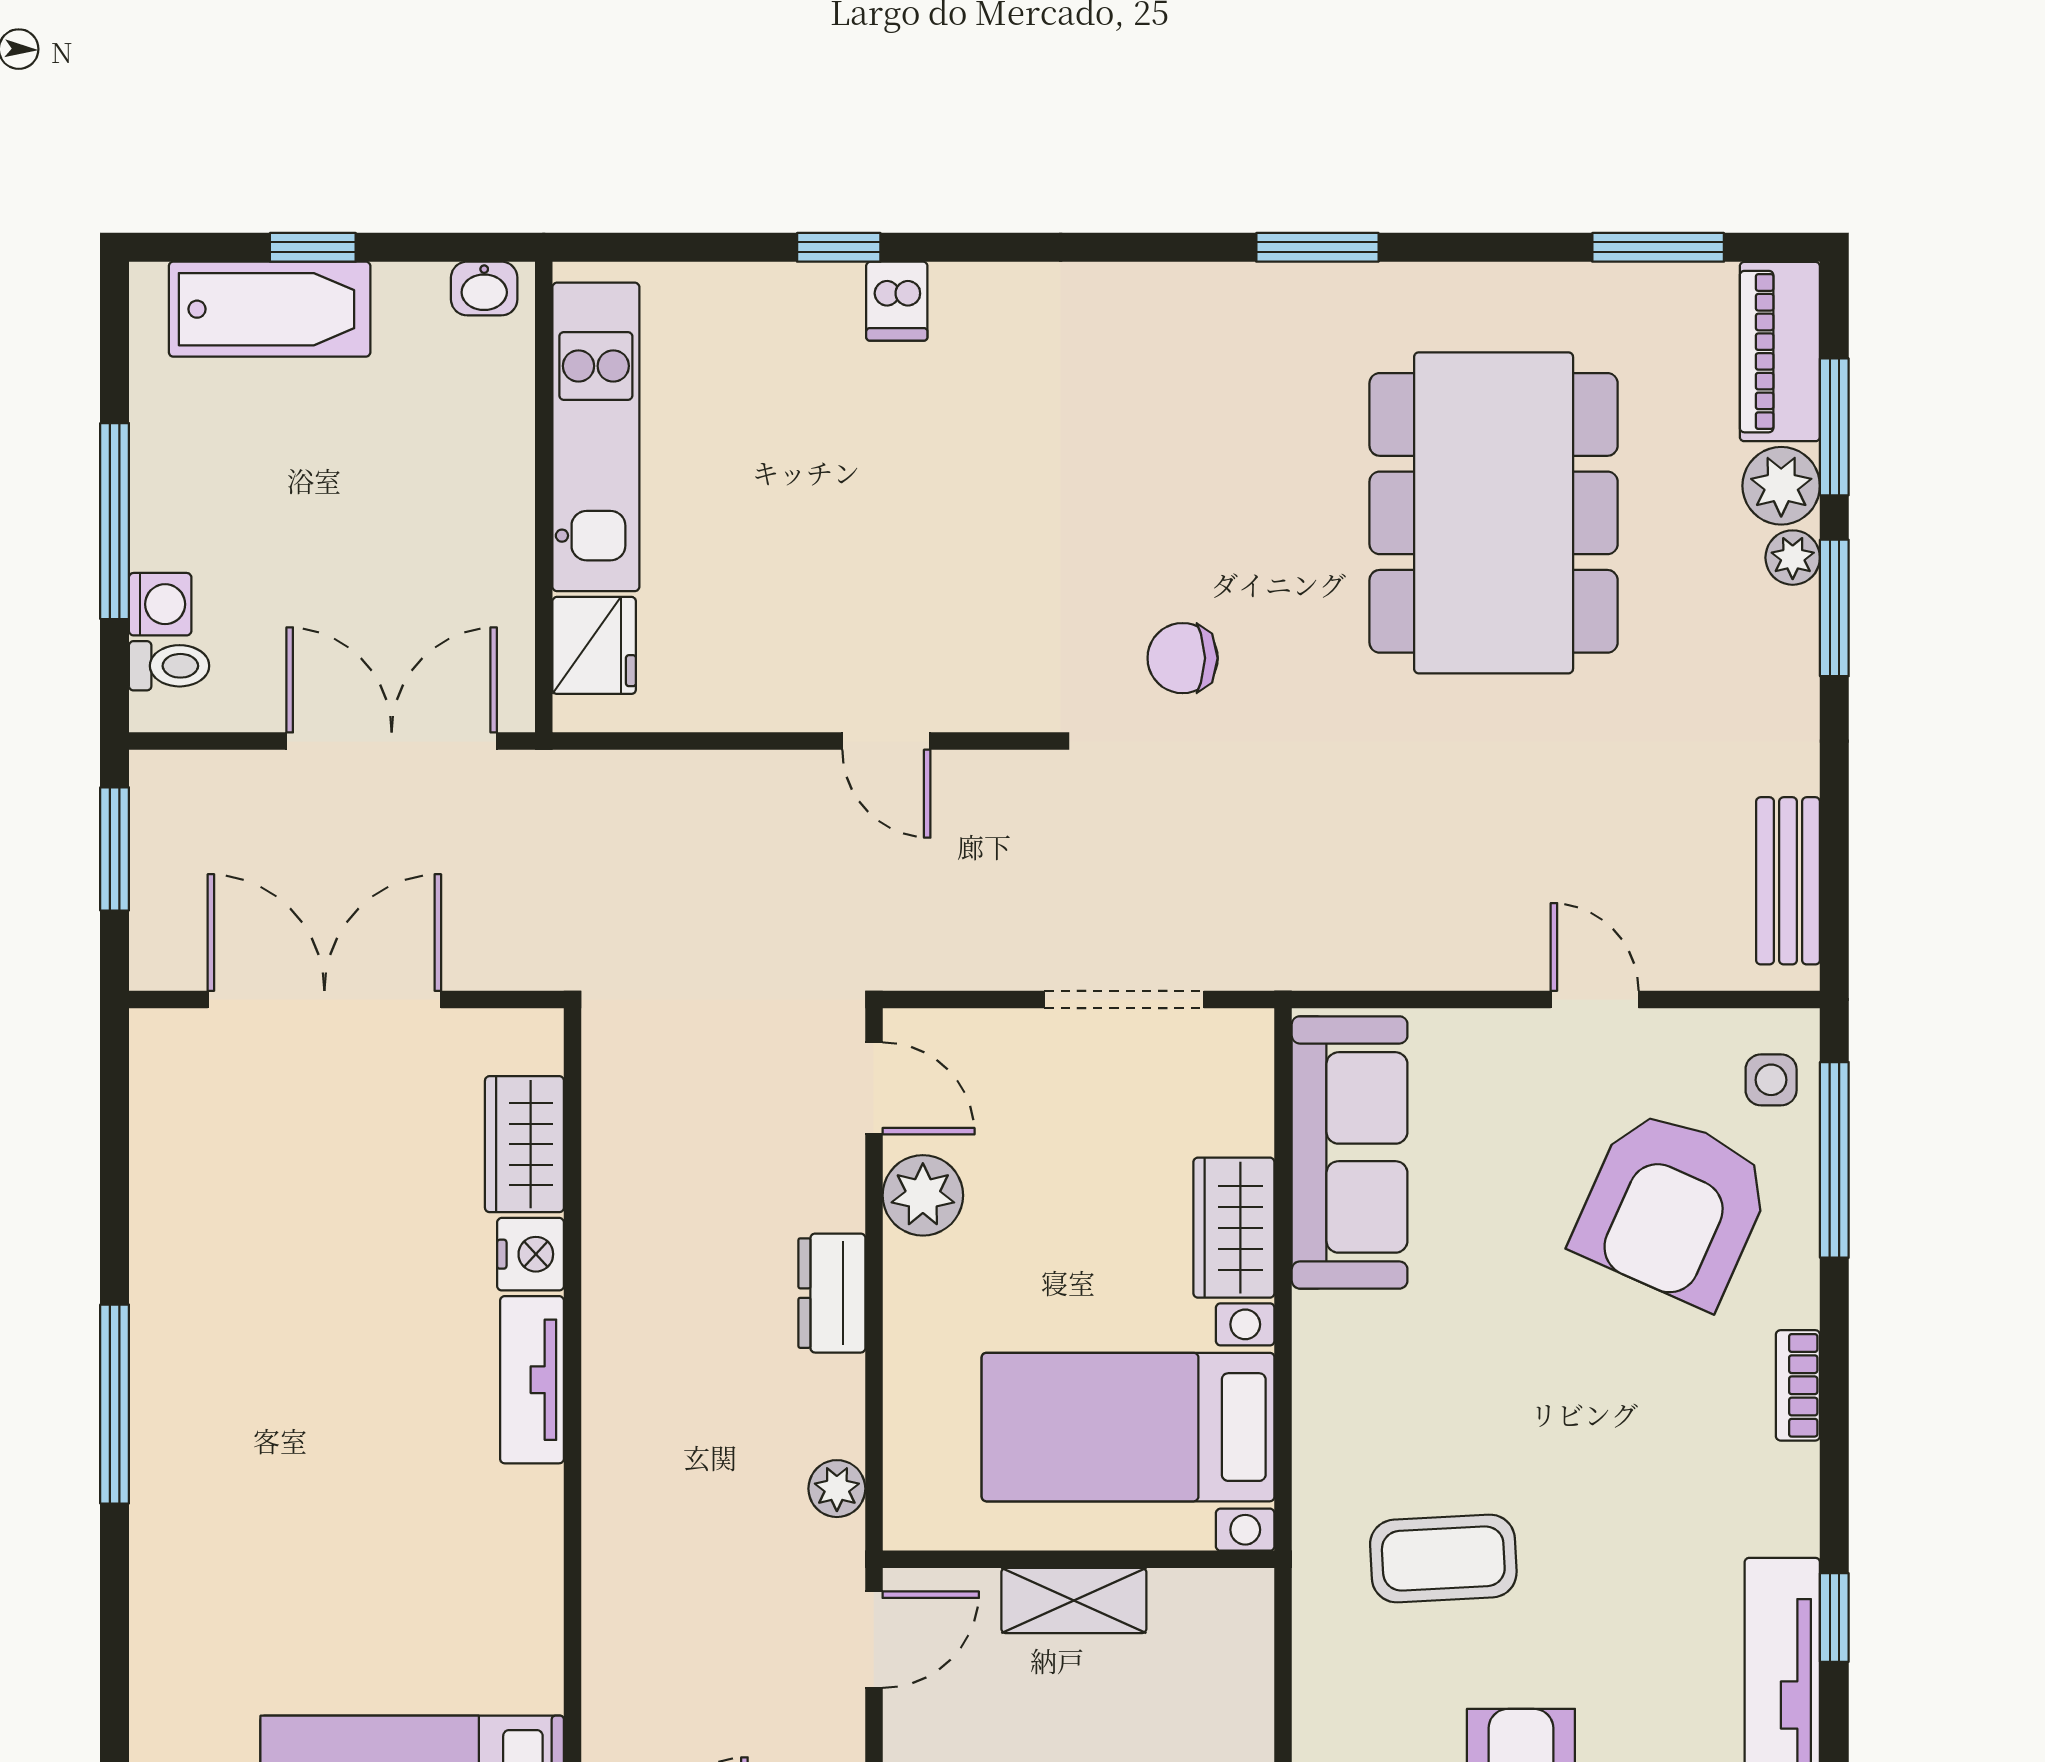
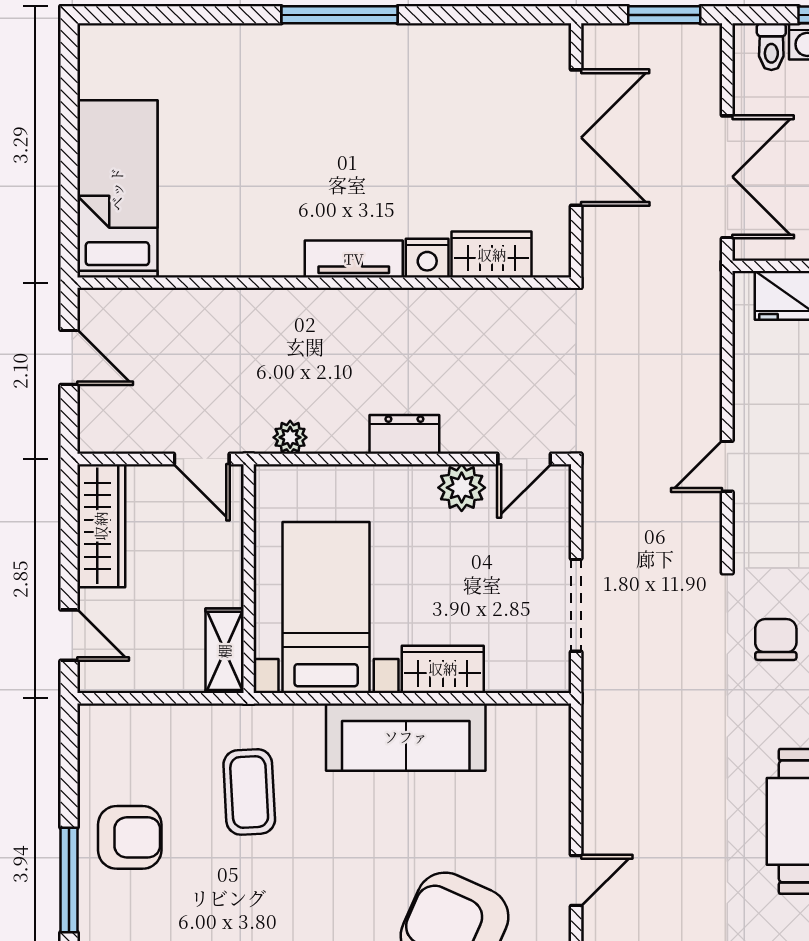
sofa: (1350, 1152) -> (406, 737), moved
shelving: (1074, 1601) -> (225, 651), moved

